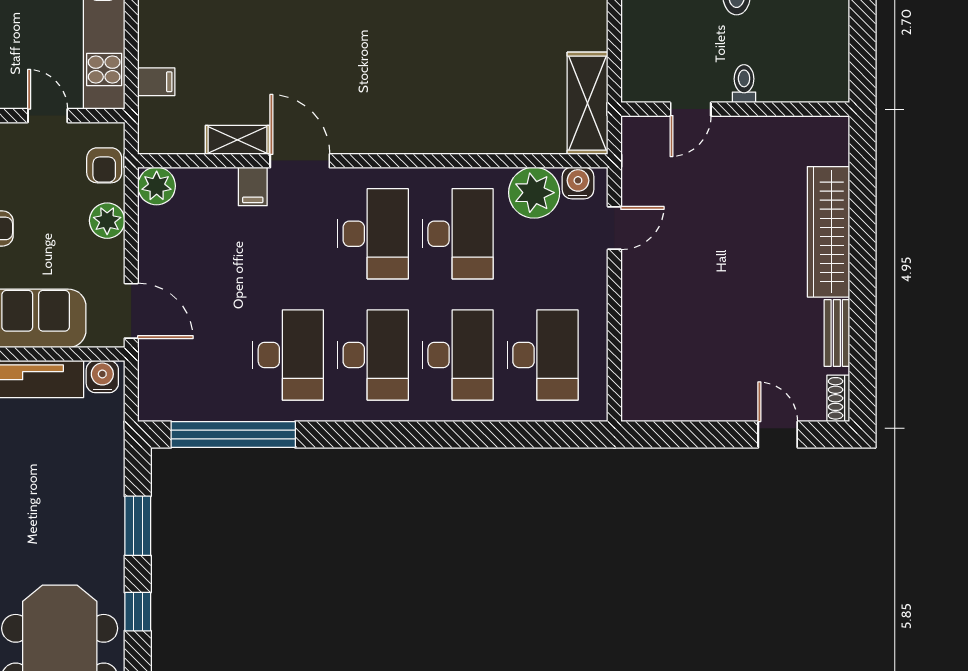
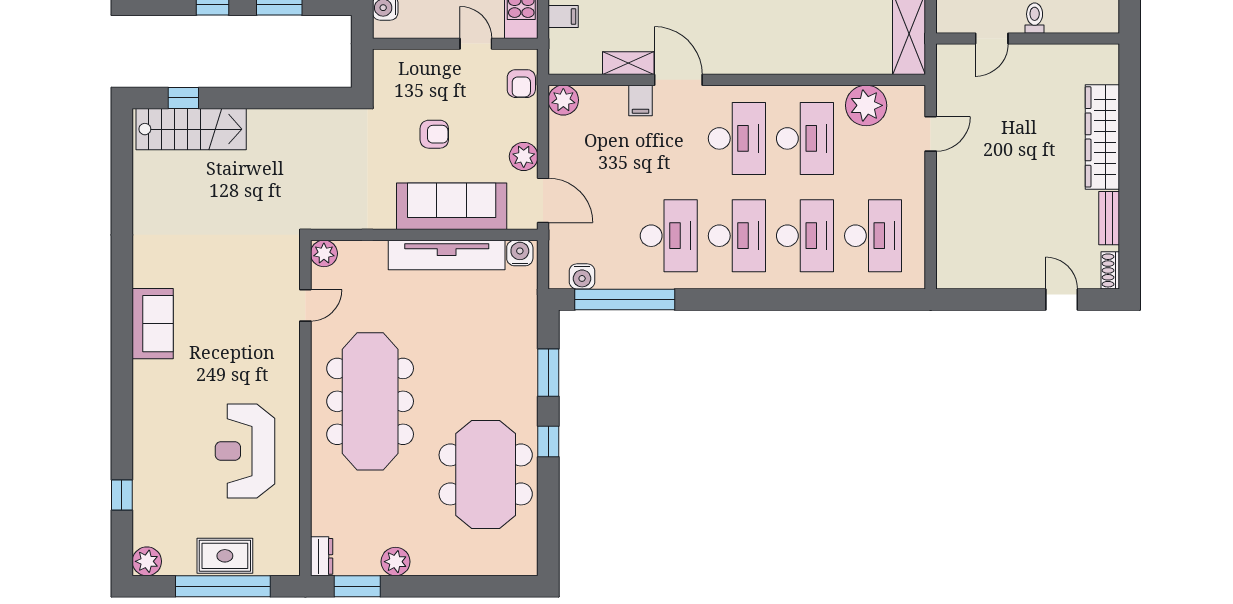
water cooler: (578, 183) -> (582, 276), moved, turned 180
plant: (107, 221) -> (524, 156), moved

